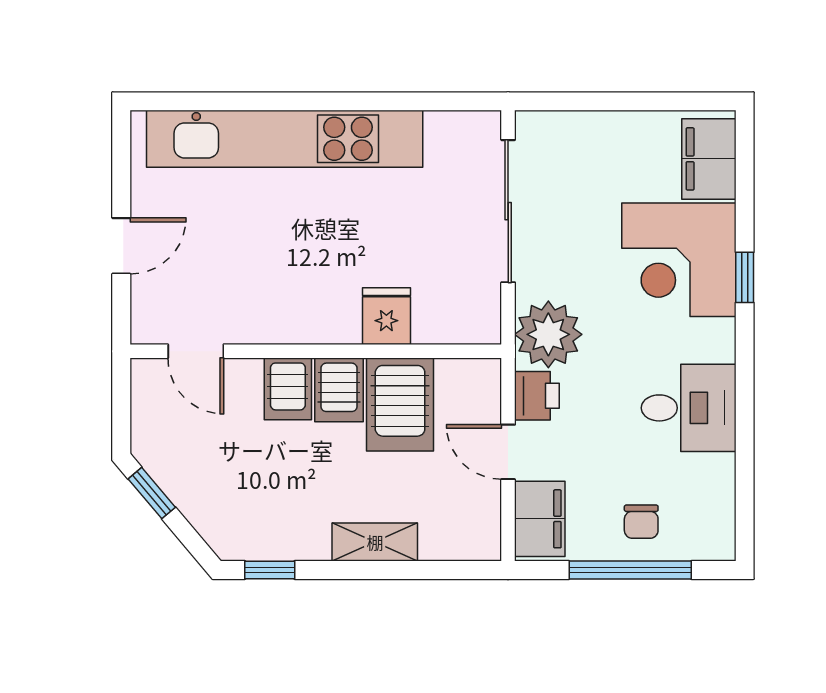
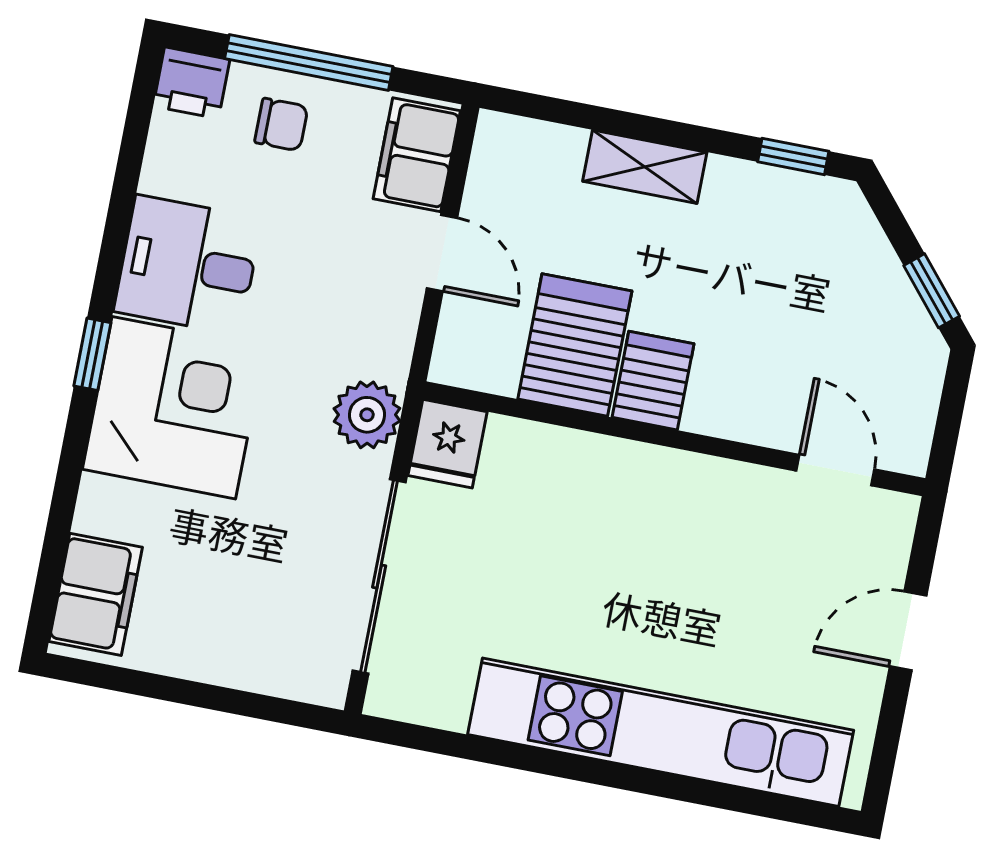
corner desk: (679, 260) -> (174, 408), moved
window: (745, 277) -> (92, 354), moved
fridge: (386, 316) -> (447, 444), moved
plant: (548, 334) -> (367, 415), width x0.73, depth x0.73
server rack: (288, 389) -> (722, 395), removed
printer: (537, 396) -> (191, 83), moved, turned -90
chair: (641, 522) -> (281, 125), turned 90

